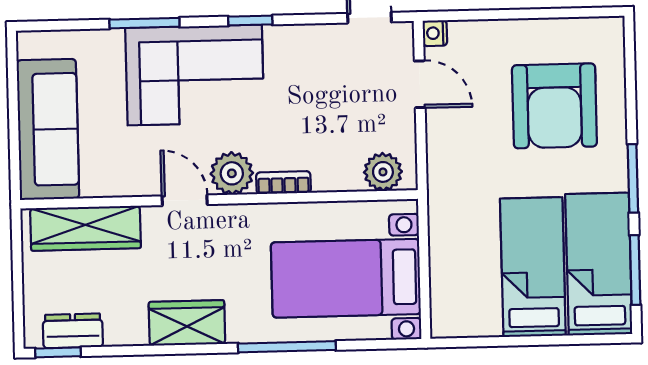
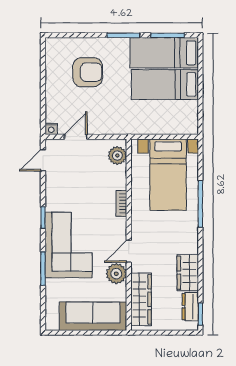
armchair: (554, 106) -> (88, 72), width x0.73, depth x0.73
plant: (232, 173) -> (116, 274), moved
wardrobe: (187, 323) -> (188, 273), moved

